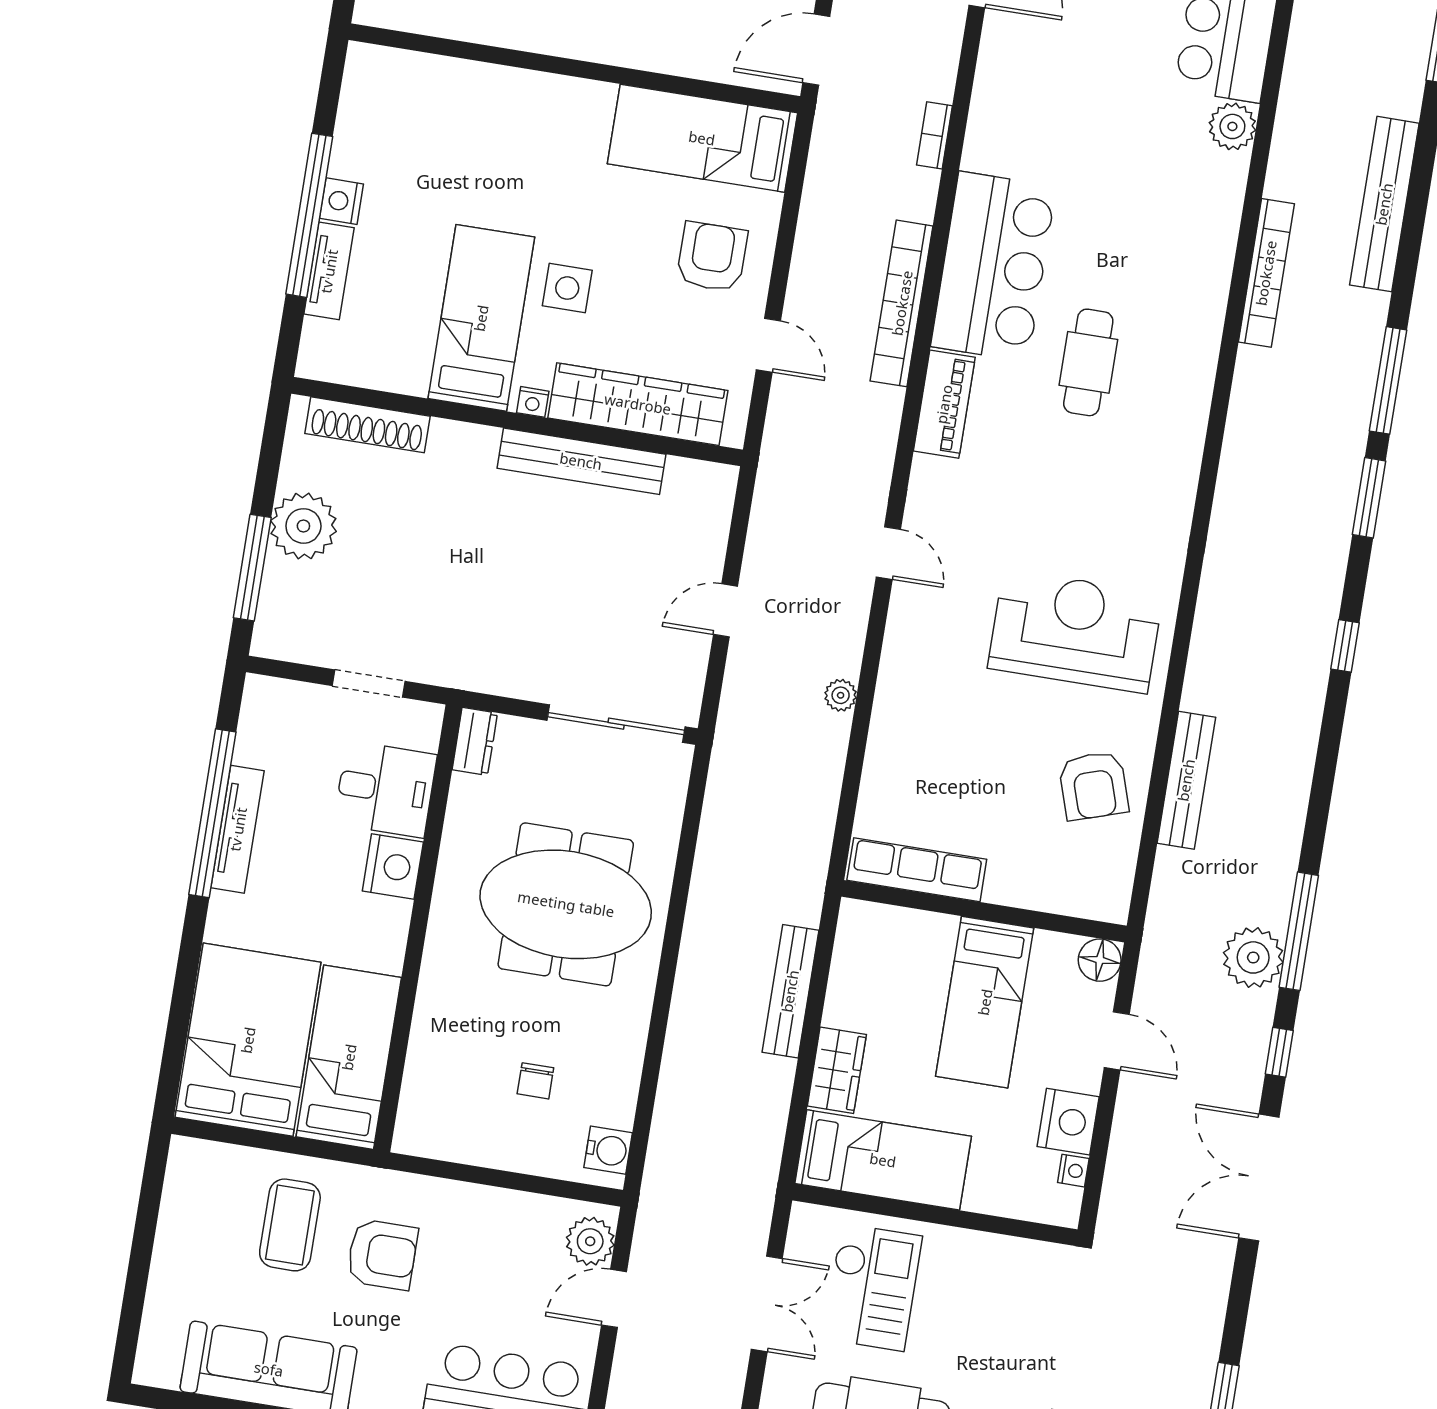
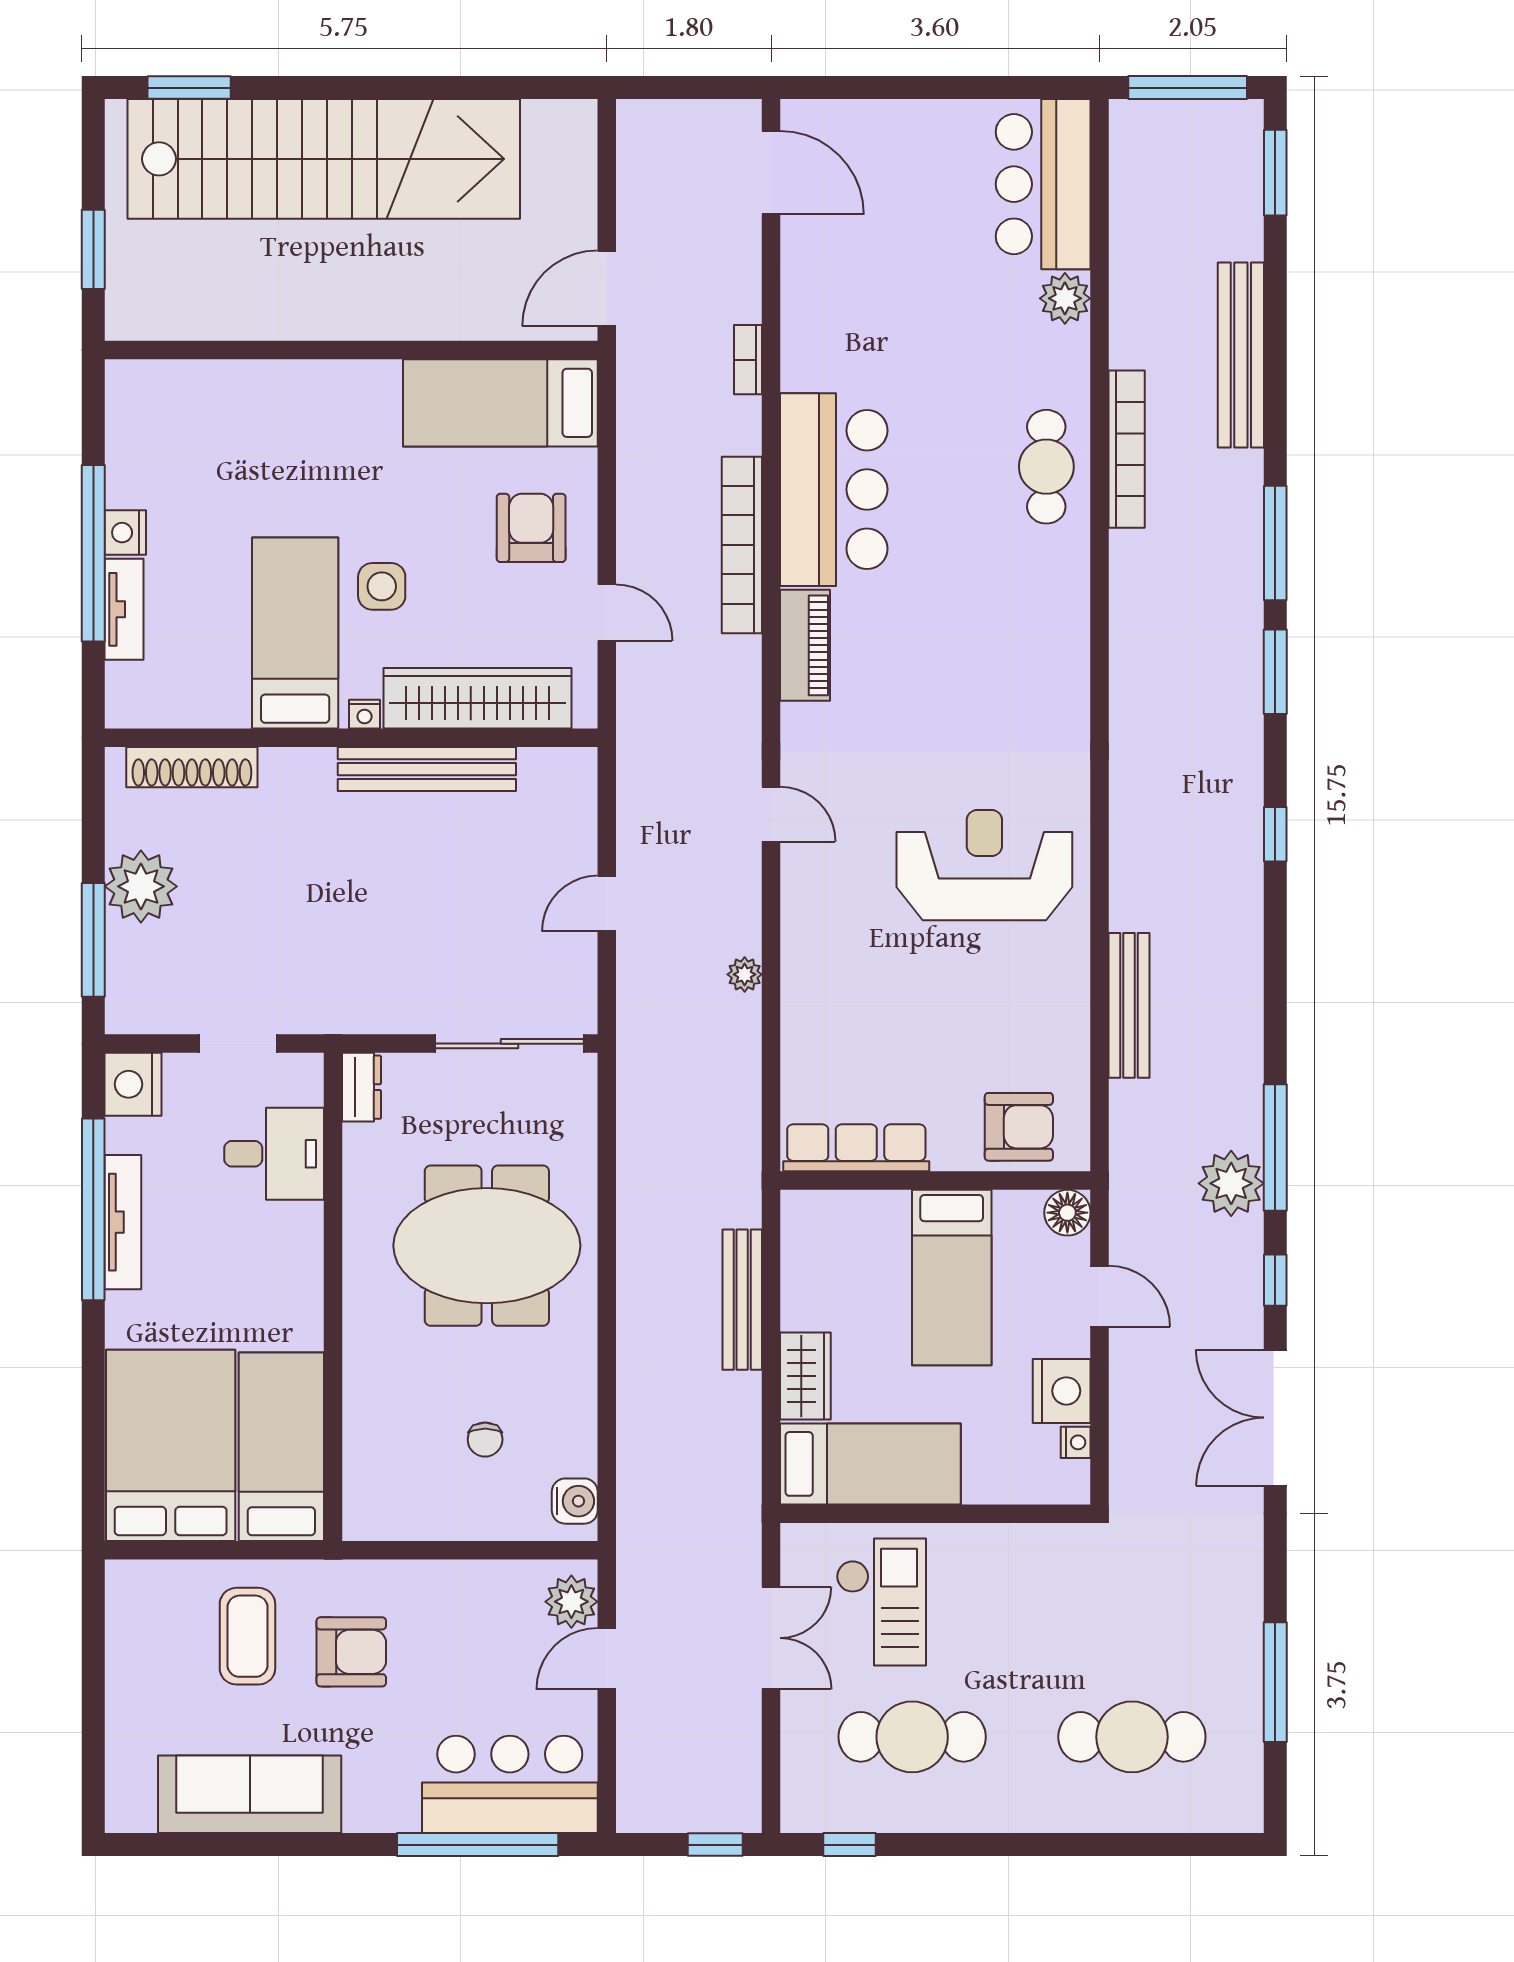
cafe table: (1088, 362) -> (1046, 467), moved
armchair: (1094, 786) -> (1019, 1127), moved, turned -72
nightstand: (393, 867) -> (133, 1084), moved, turned 180

